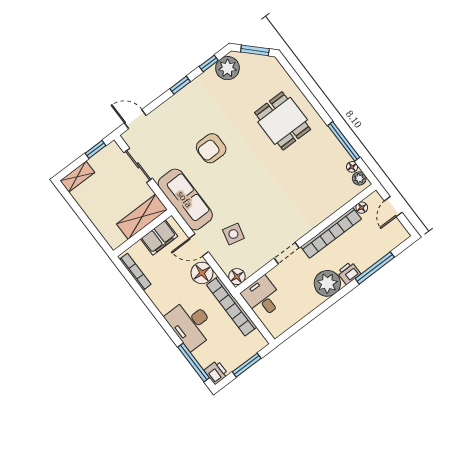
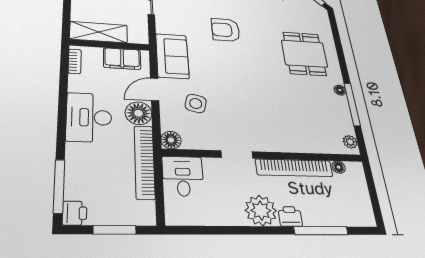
floor lamp: (352, 167) -> (340, 90), moved
sofa: (185, 199) -> (172, 56), width x0.73
door: (393, 207) -> (372, 188), removed
shelving: (142, 217) -> (99, 32), moved
door: (199, 245) -> (155, 89), hinge flipped
bookcase: (135, 272) -> (75, 61), width x0.64
desk: (191, 324) -> (89, 117), moved

